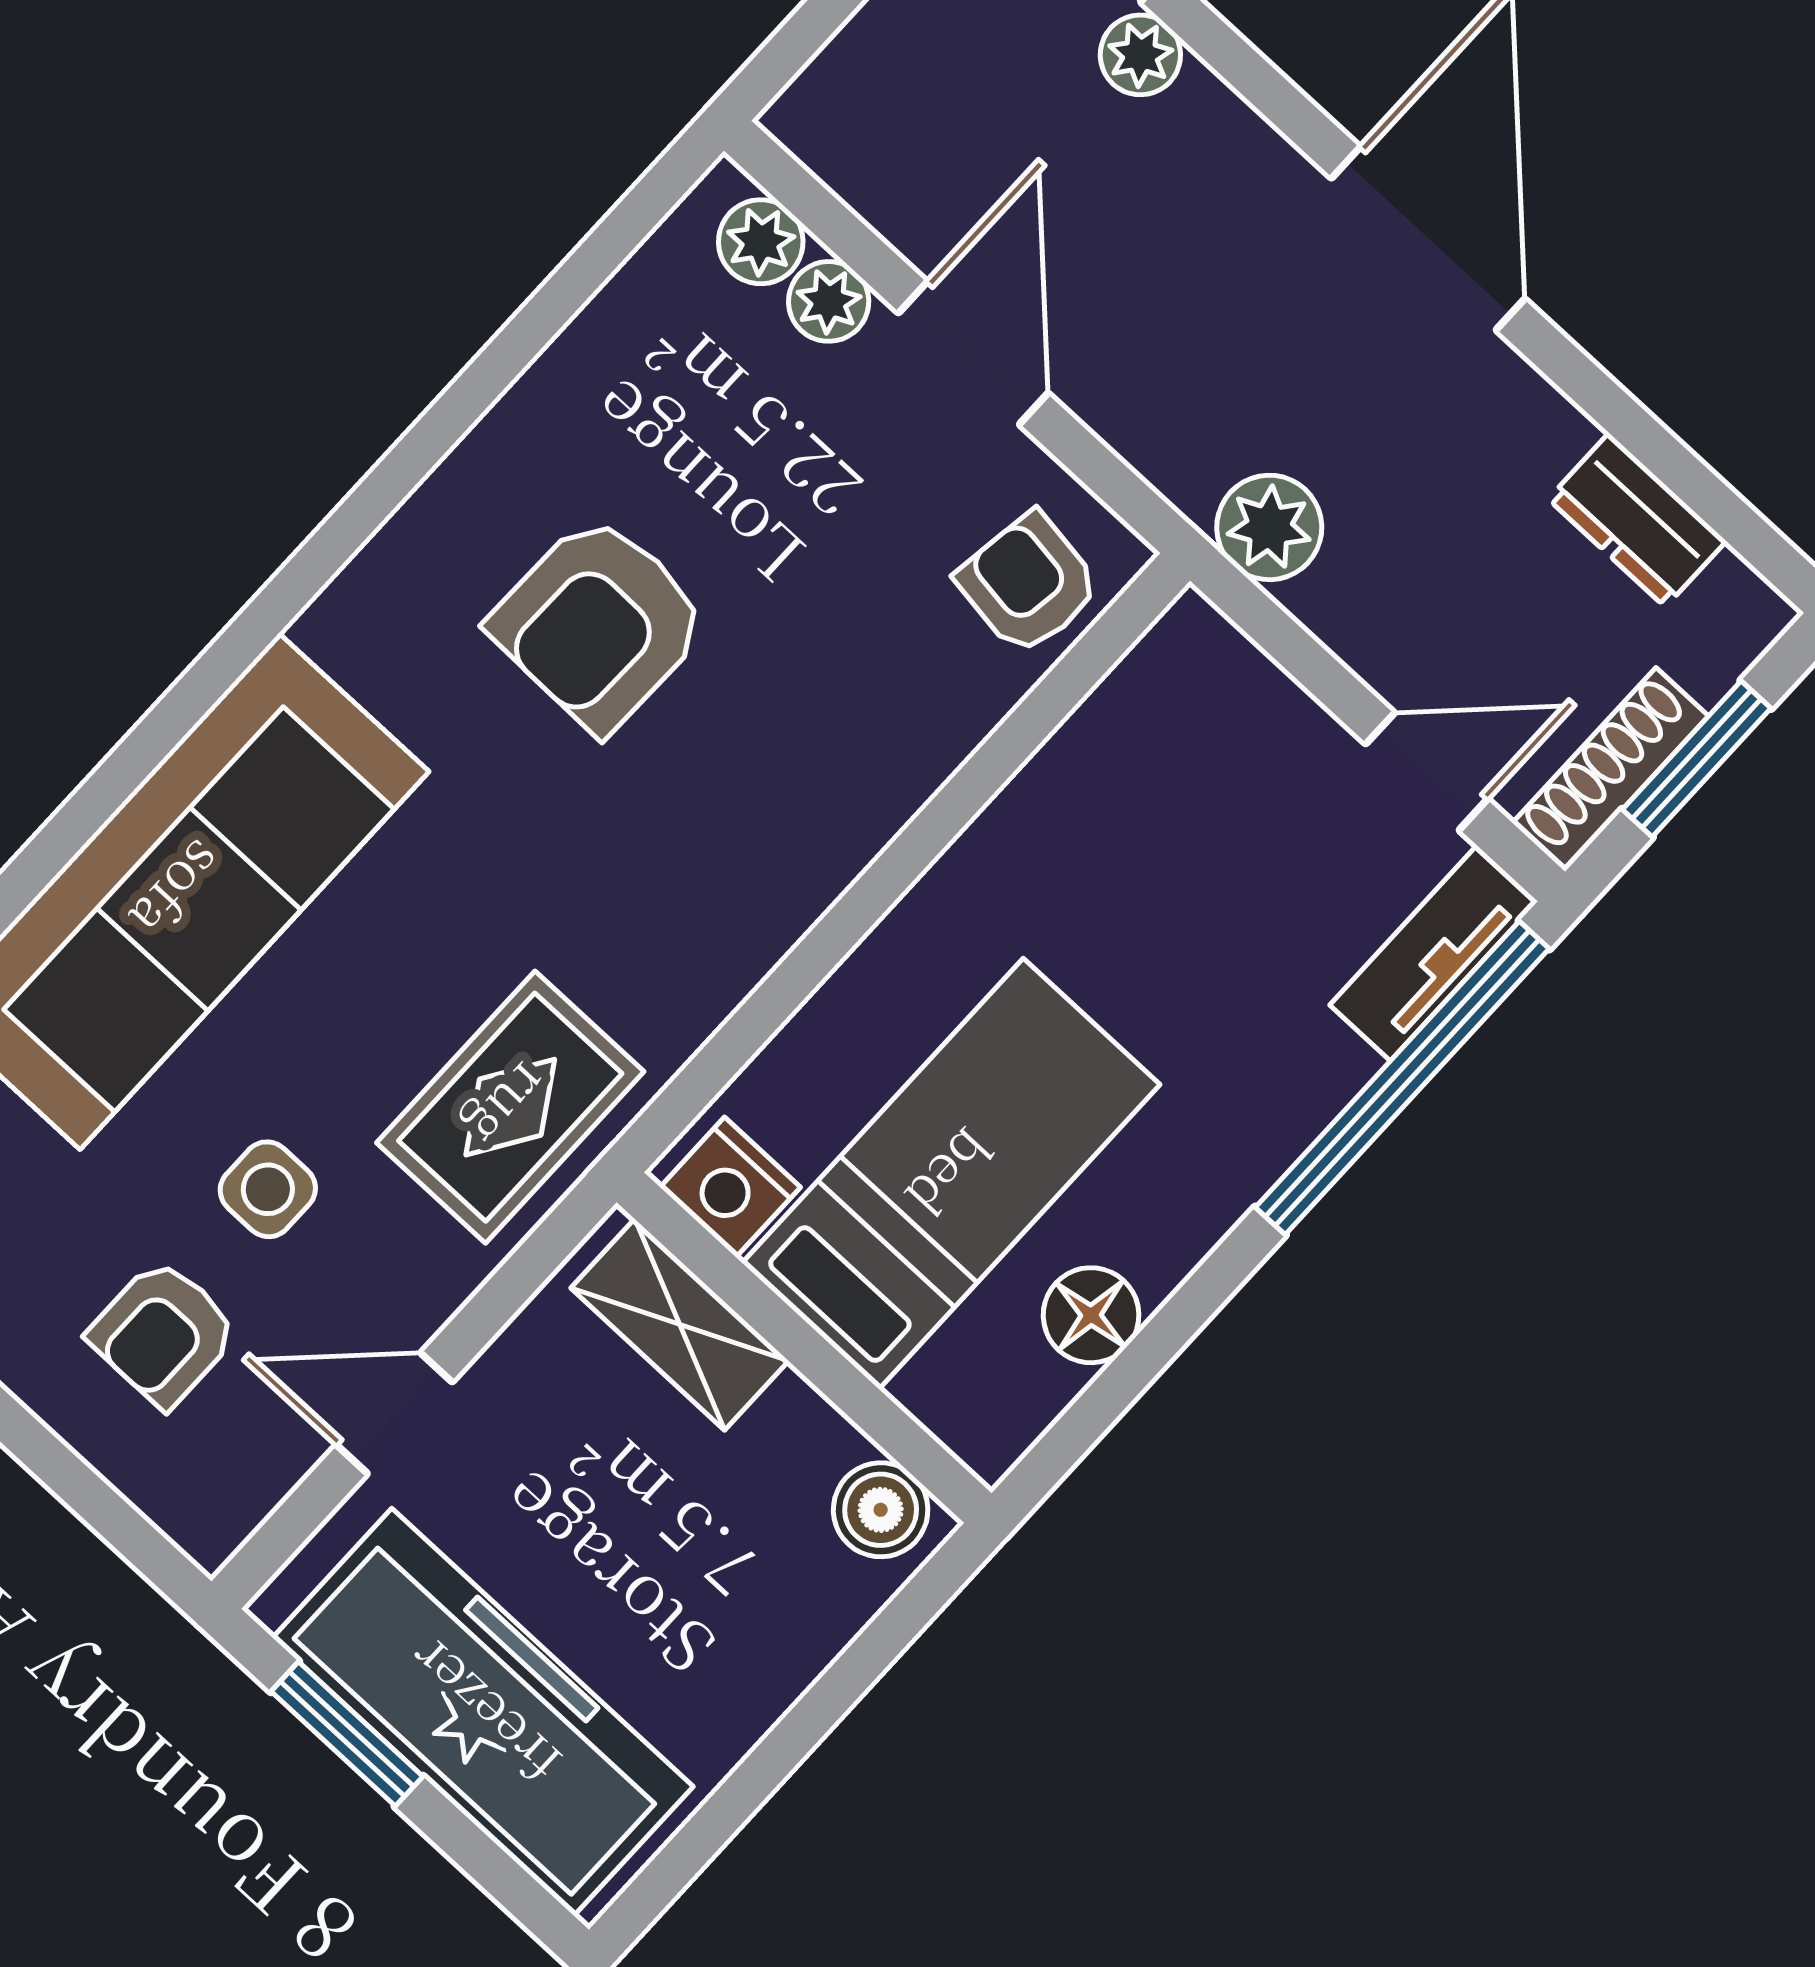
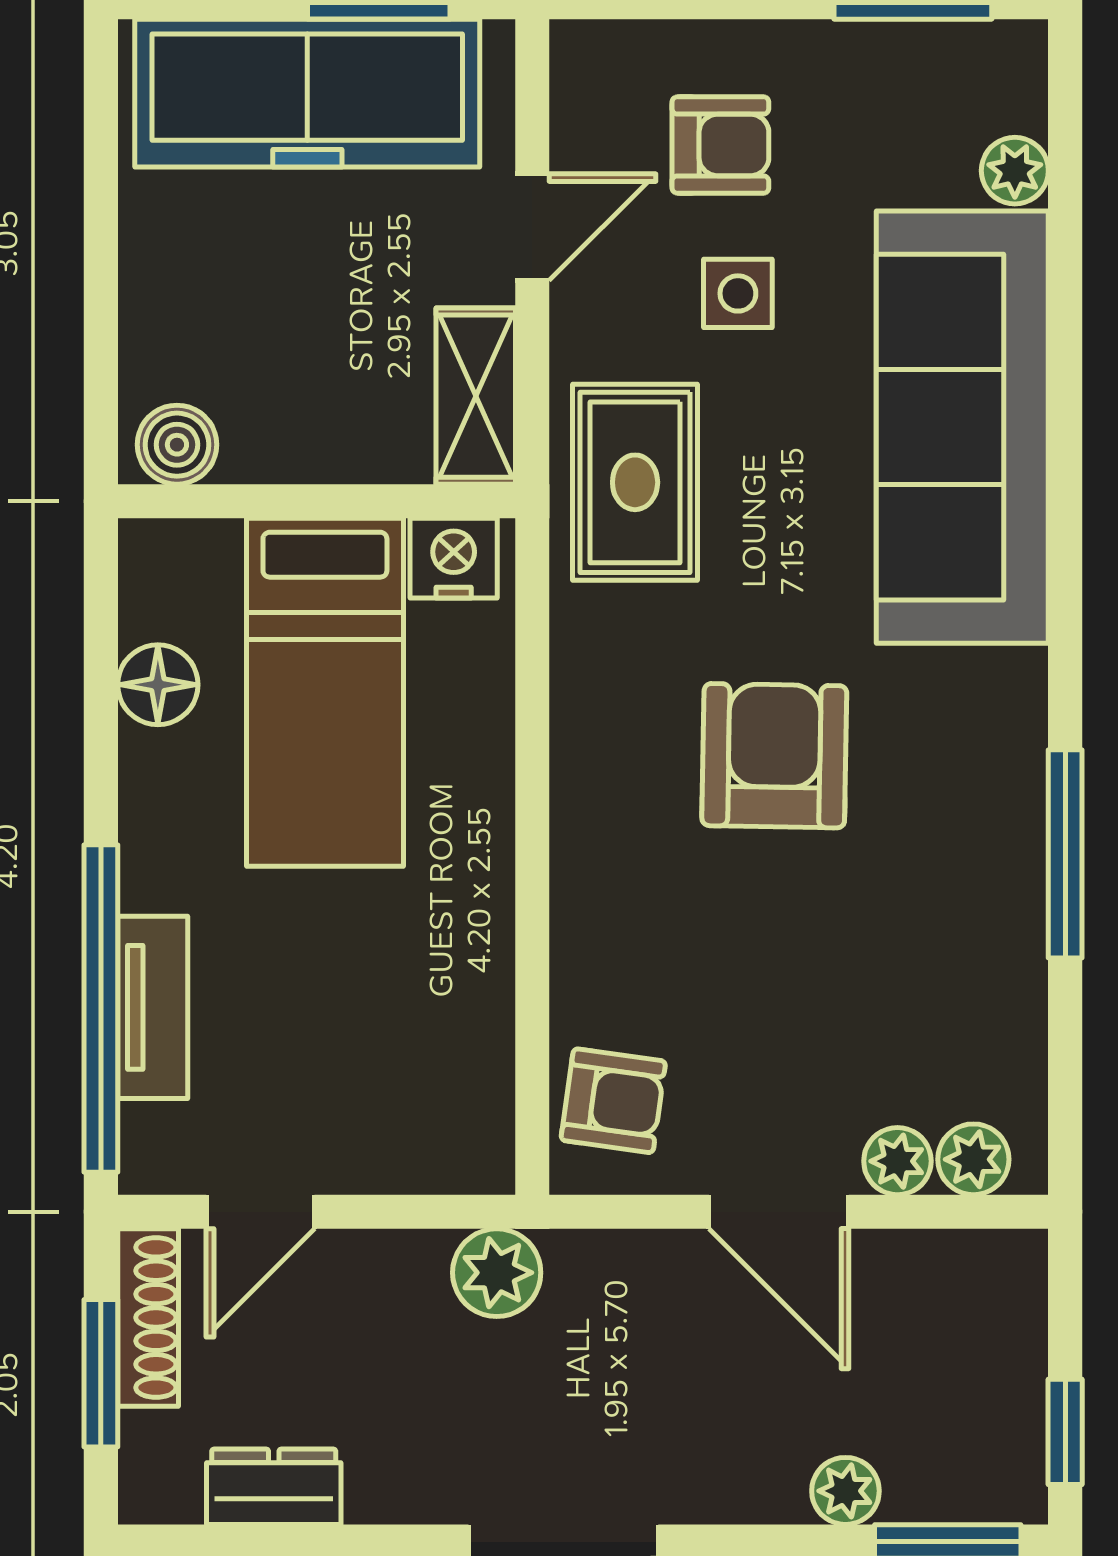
window: (434, 435) -> (1065, 854), added
armchair: (599, 623) -> (774, 756), moved
tv unit: (1434, 953) -> (153, 1007), moved
shelving: (680, 1324) -> (476, 396), moved, turned 90
armchair: (163, 1333) -> (720, 145), turned 90

